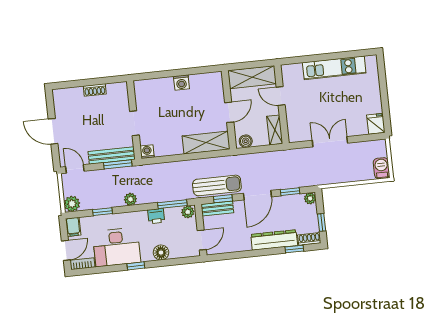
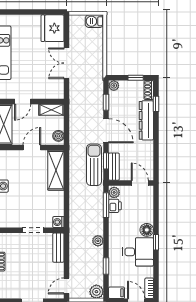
door: (229, 112) -> (32, 148), hinge flipped
fridge: (376, 124) -> (53, 28), width x1.88, depth x1.34
bench: (112, 155) -> (58, 248), width x0.73
window: (118, 164) -> (67, 249), removed
printer: (156, 216) -> (115, 206), moved
desk: (117, 247) -> (138, 252), width x0.73
floor lamp: (161, 253) -> (147, 230), moved

